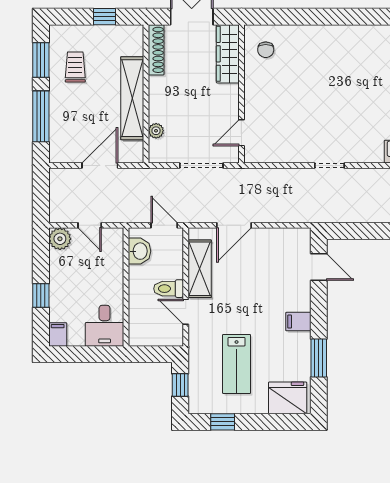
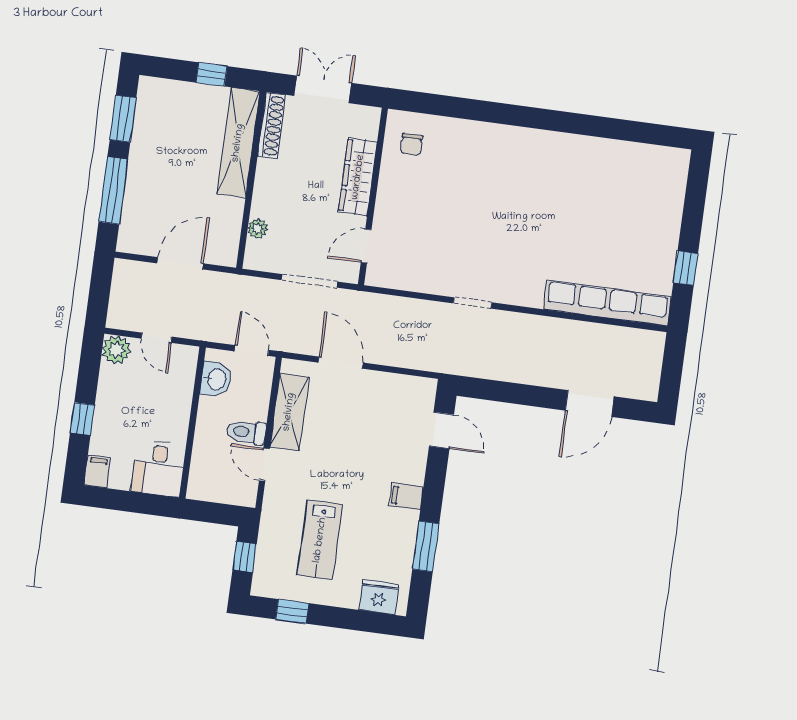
wardrobe: (228, 54) -> (358, 177), moved
trolley: (75, 67) -> (166, 134), removed
shelving: (132, 98) -> (238, 143), moved
door: (234, 225) -> (341, 363), swing flipped
fridge: (288, 398) -> (379, 597), width x0.73, depth x0.75

